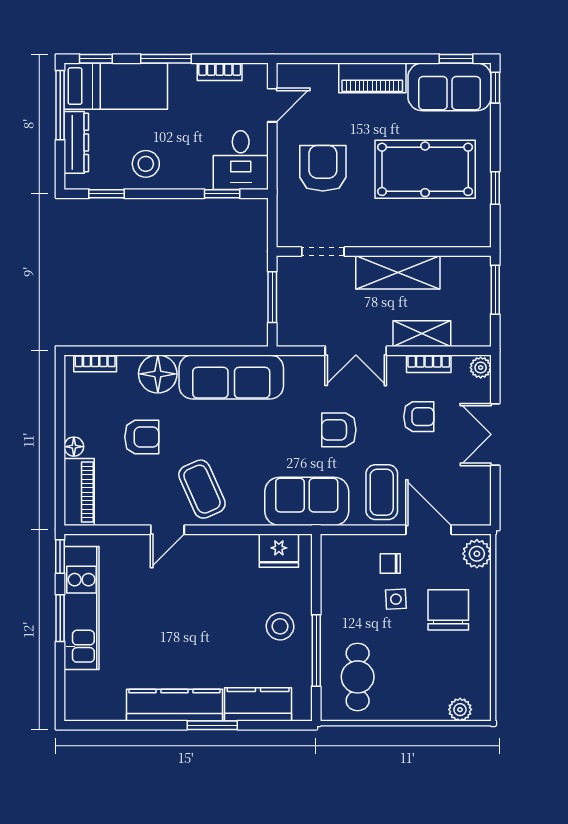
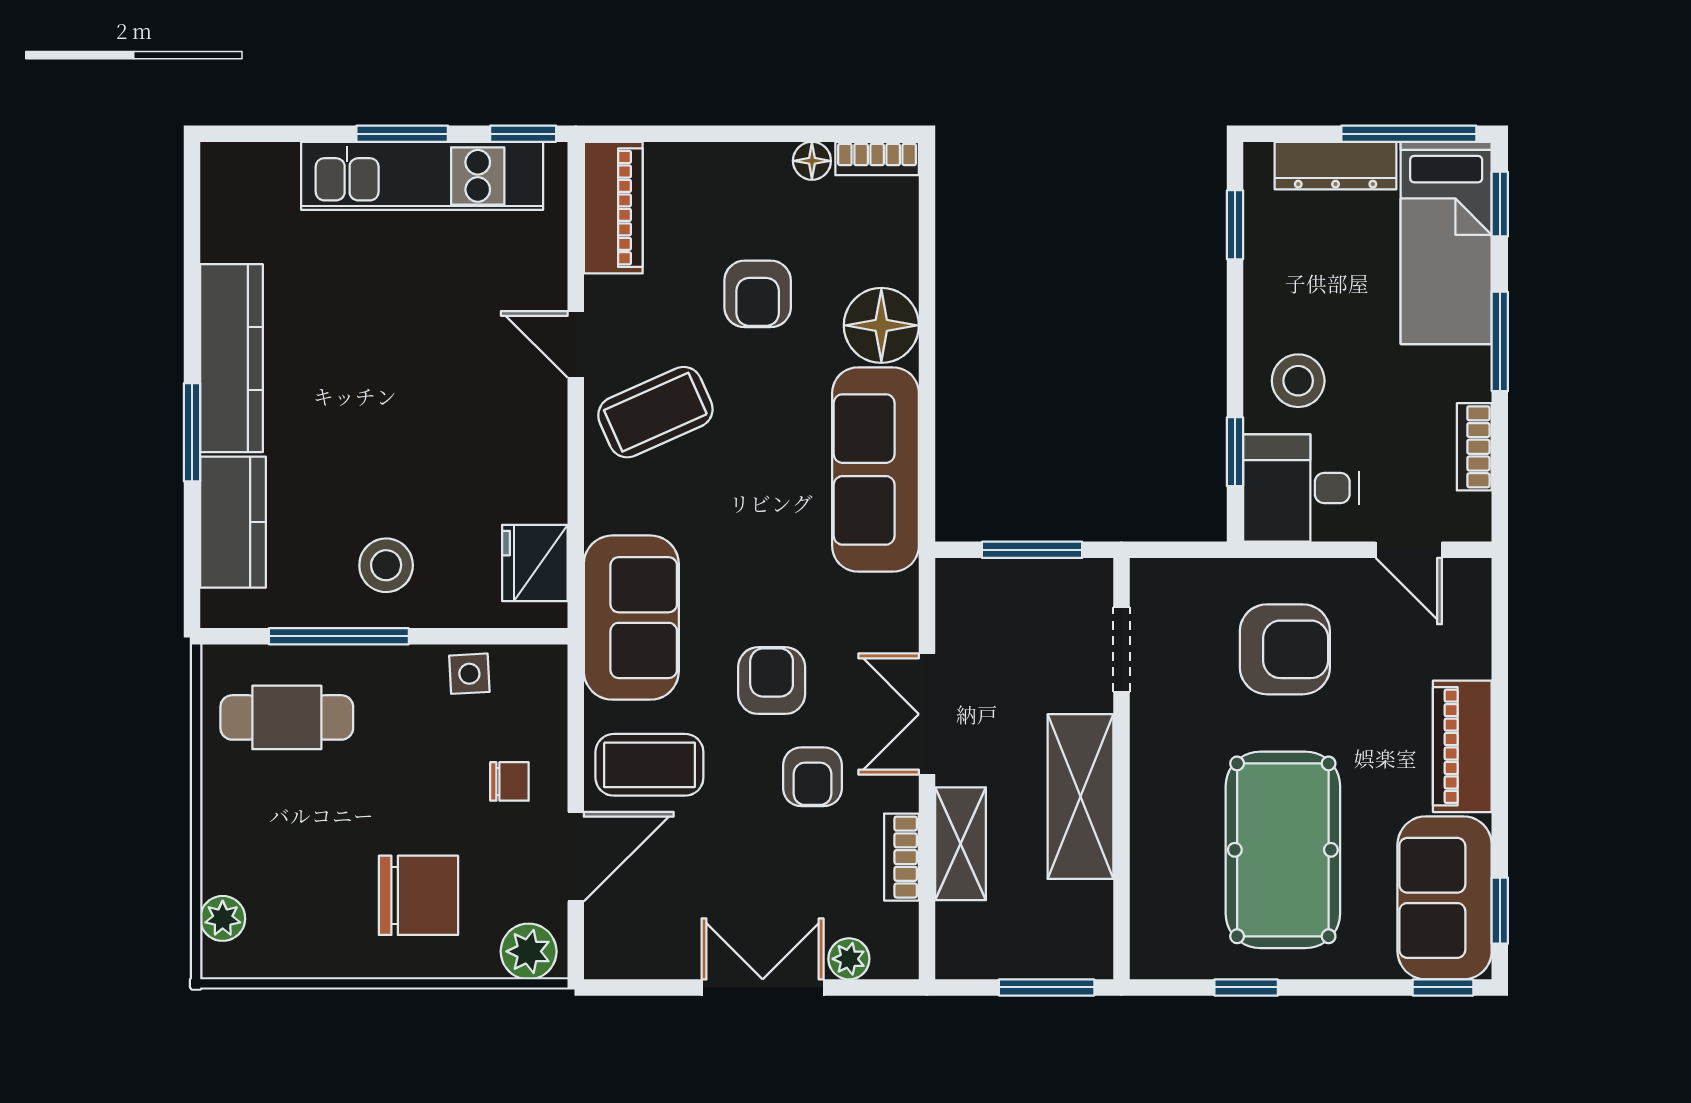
stool: (146, 164) -> (1298, 381), moved
bookcase: (95, 363) -> (877, 159), moved, turned -90
plant: (481, 368) -> (849, 959), moved
armchair: (419, 417) -> (812, 777), moved
floor lamp: (74, 447) -> (812, 161), moved
piano: (79, 492) -> (613, 208), moved, turned -90
chair: (390, 563) -> (509, 781), turned 90
side table: (396, 599) -> (469, 674), moved

